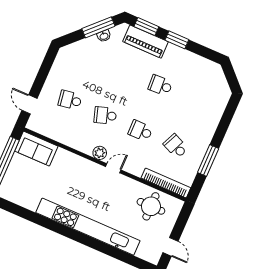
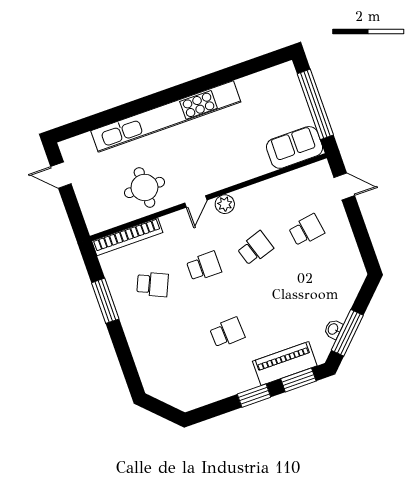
round table: (151, 206) -> (144, 187), moved

